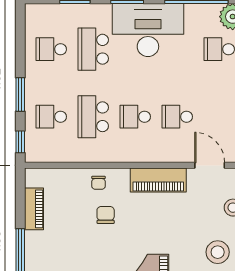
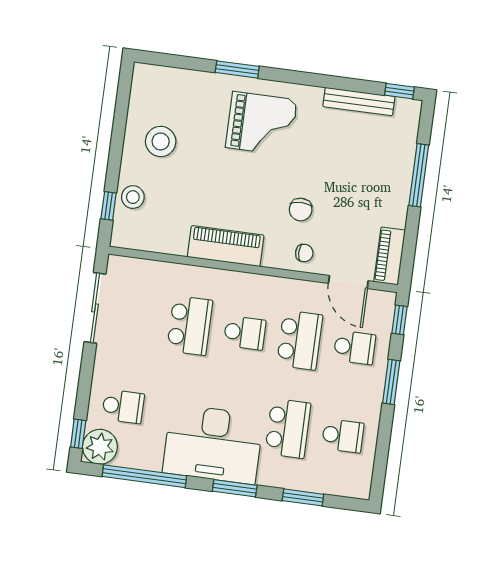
school desk: (177, 117) -> (190, 326), width x1.85
door: (210, 165) -> (348, 282), moved
chair: (98, 183) -> (304, 253), turned 90
piano: (34, 209) -> (390, 256), moved

